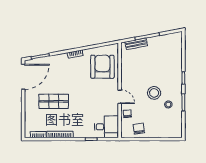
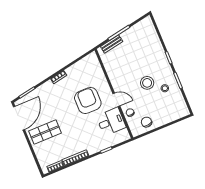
armchair: (102, 67) -> (88, 101), moved
shop shelf: (54, 101) -> (45, 132), moved
desk: (106, 127) -> (111, 122), moved

